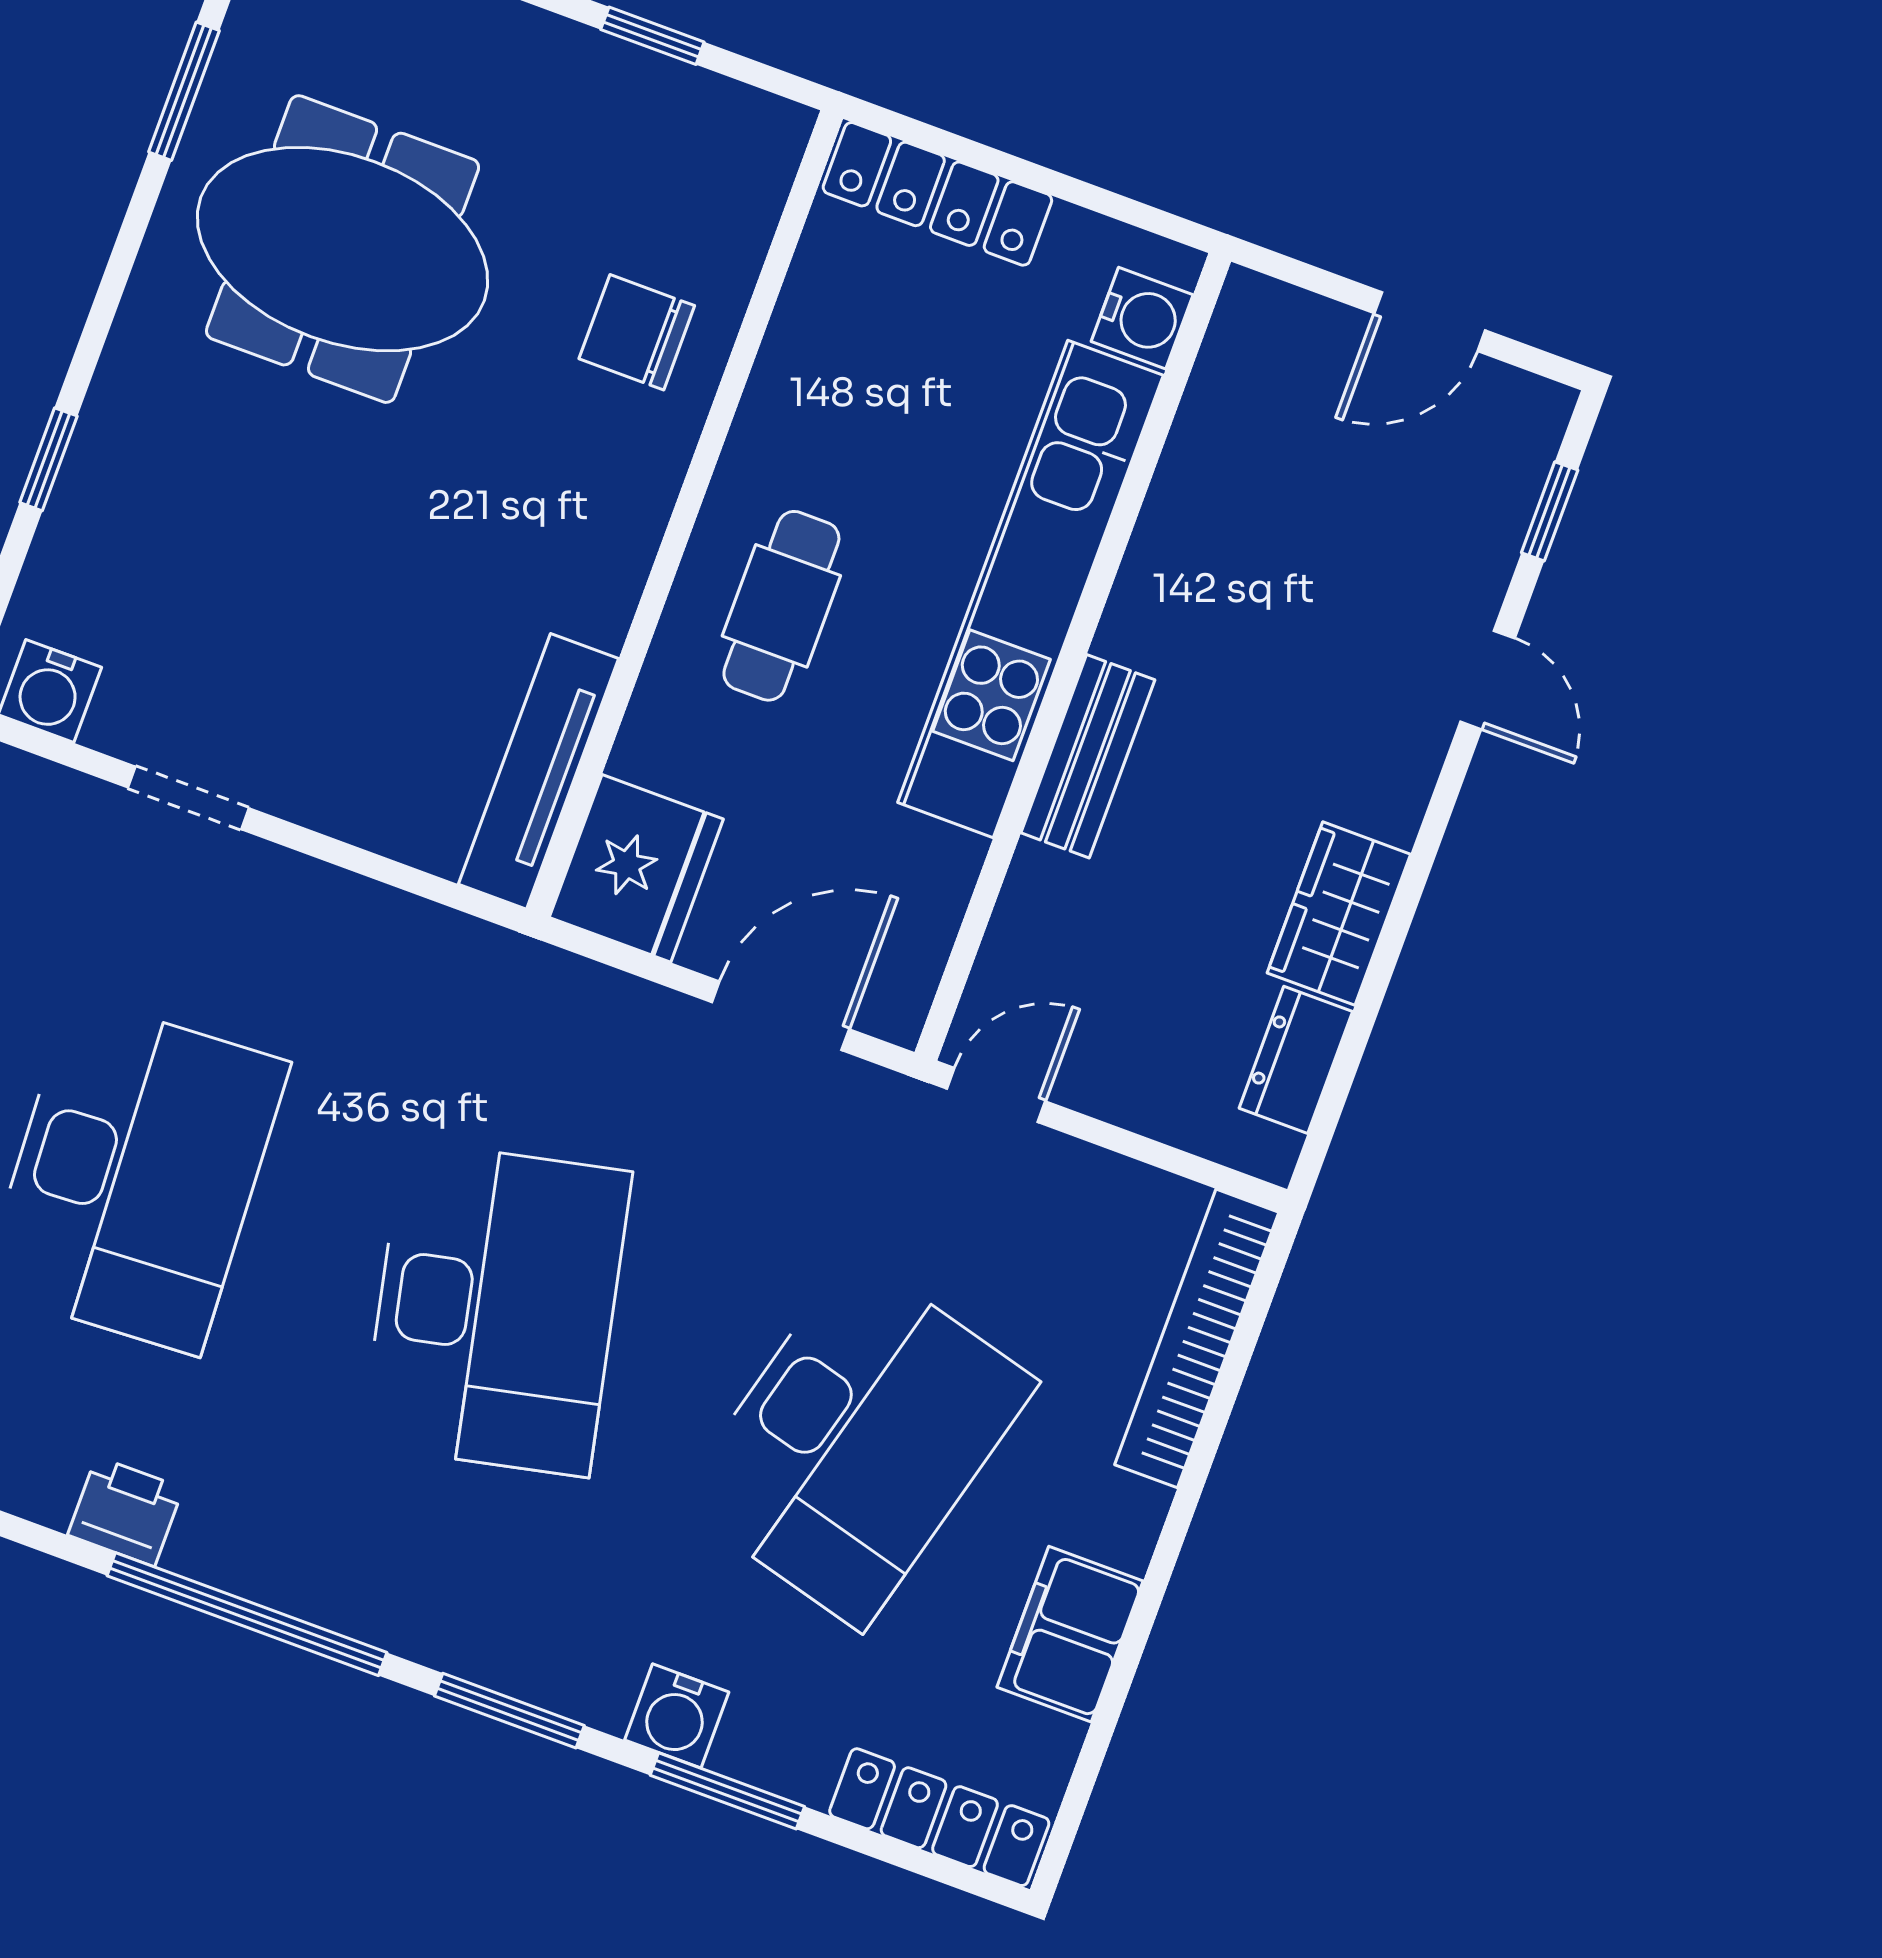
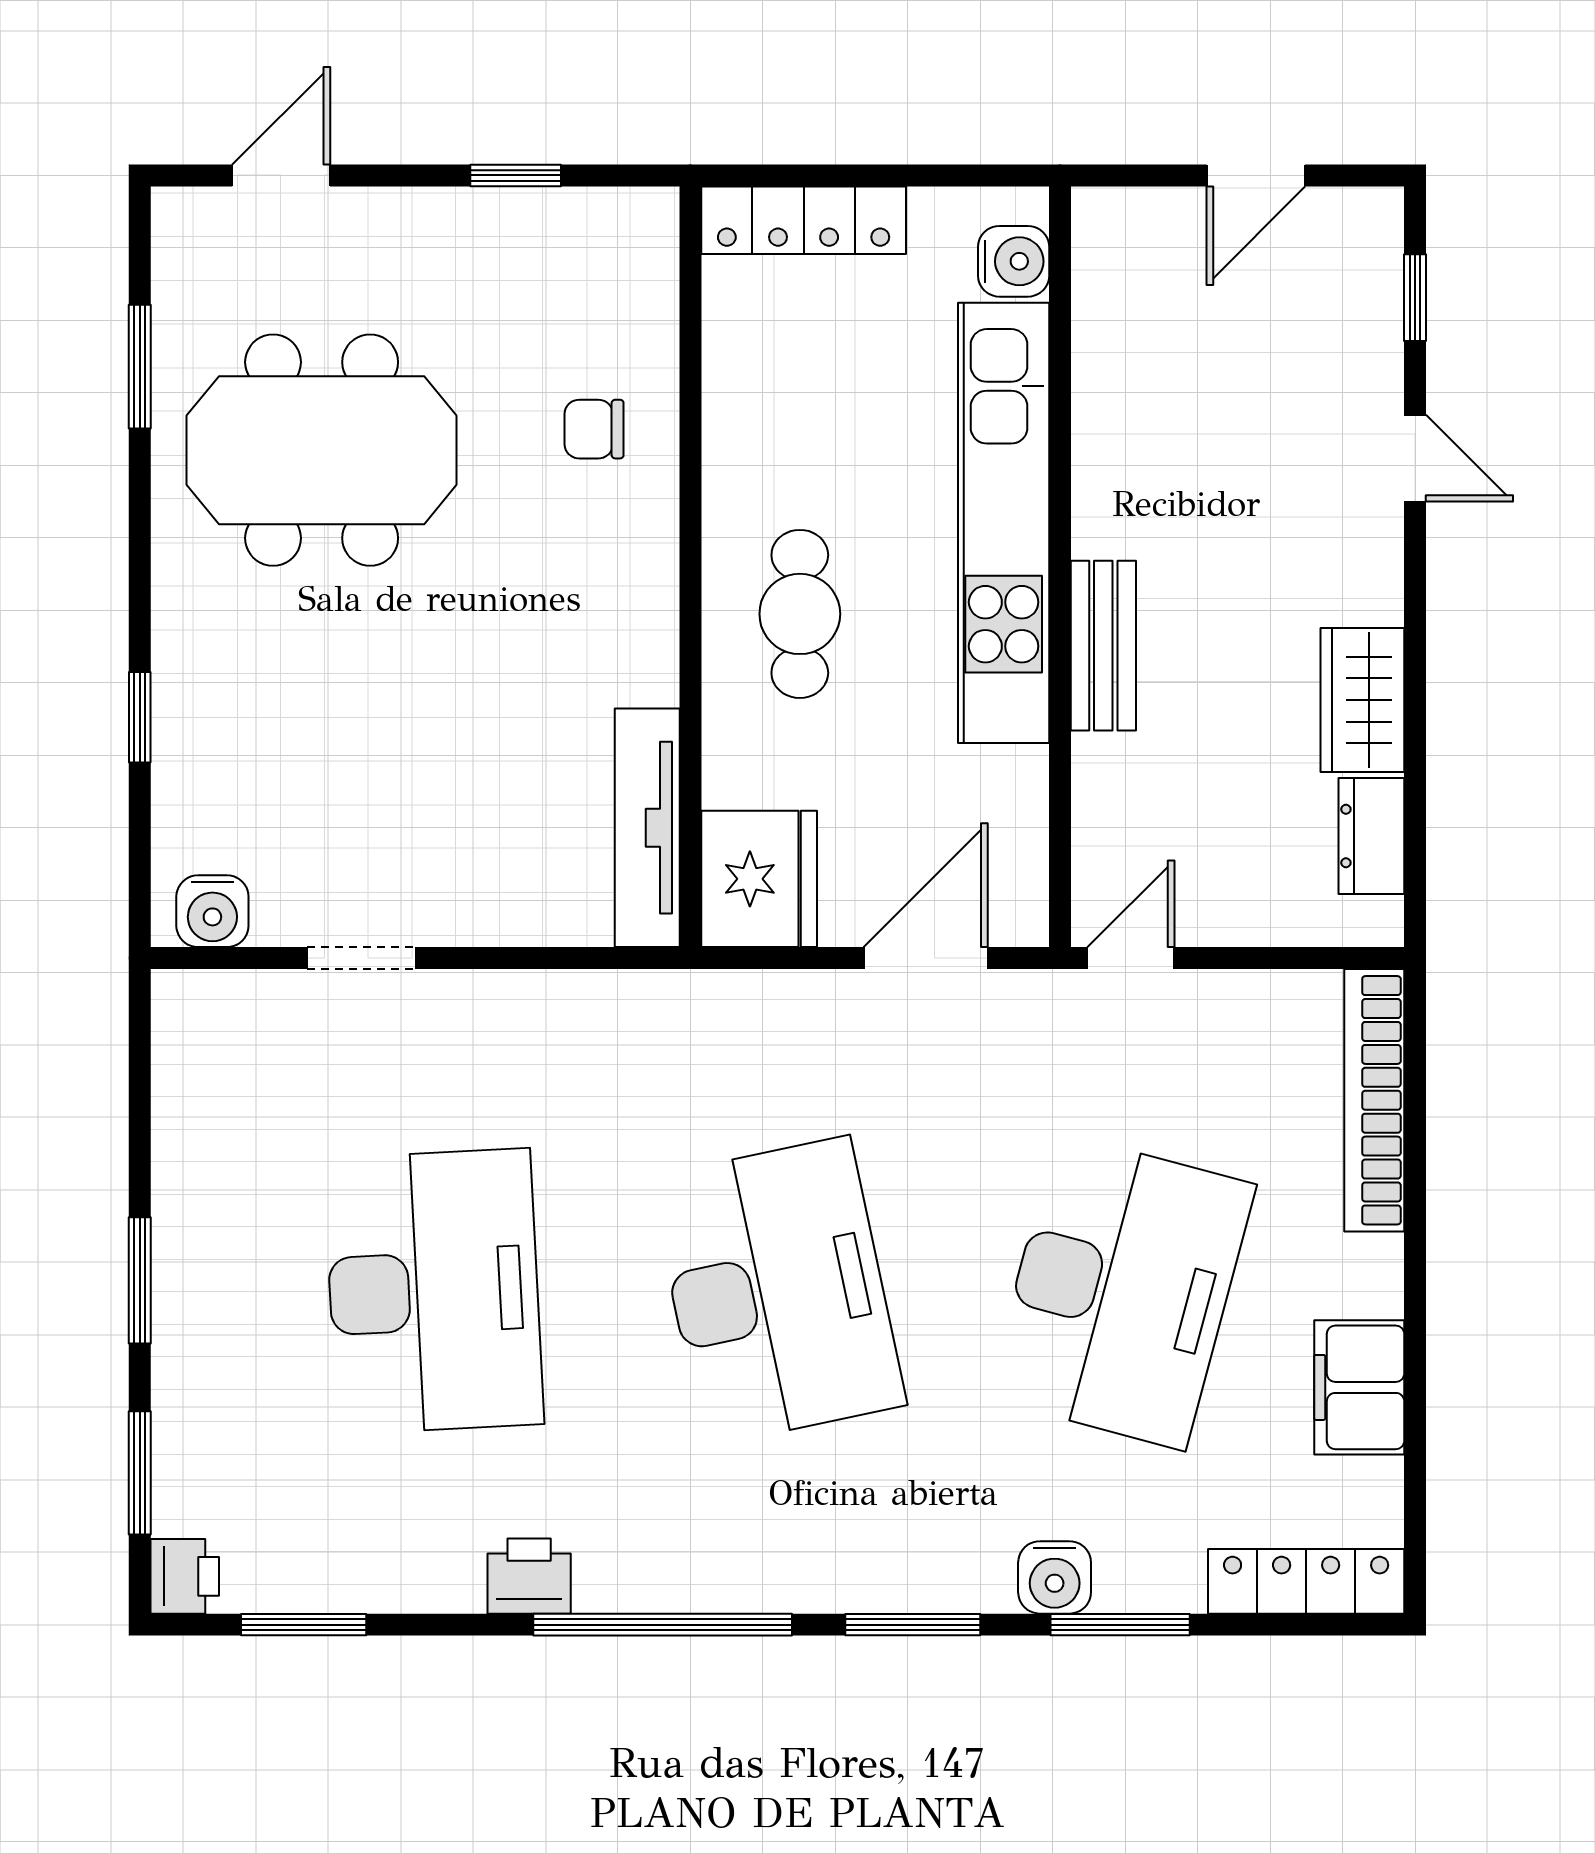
chair: (637, 332) -> (594, 429), width x0.73, depth x0.73

